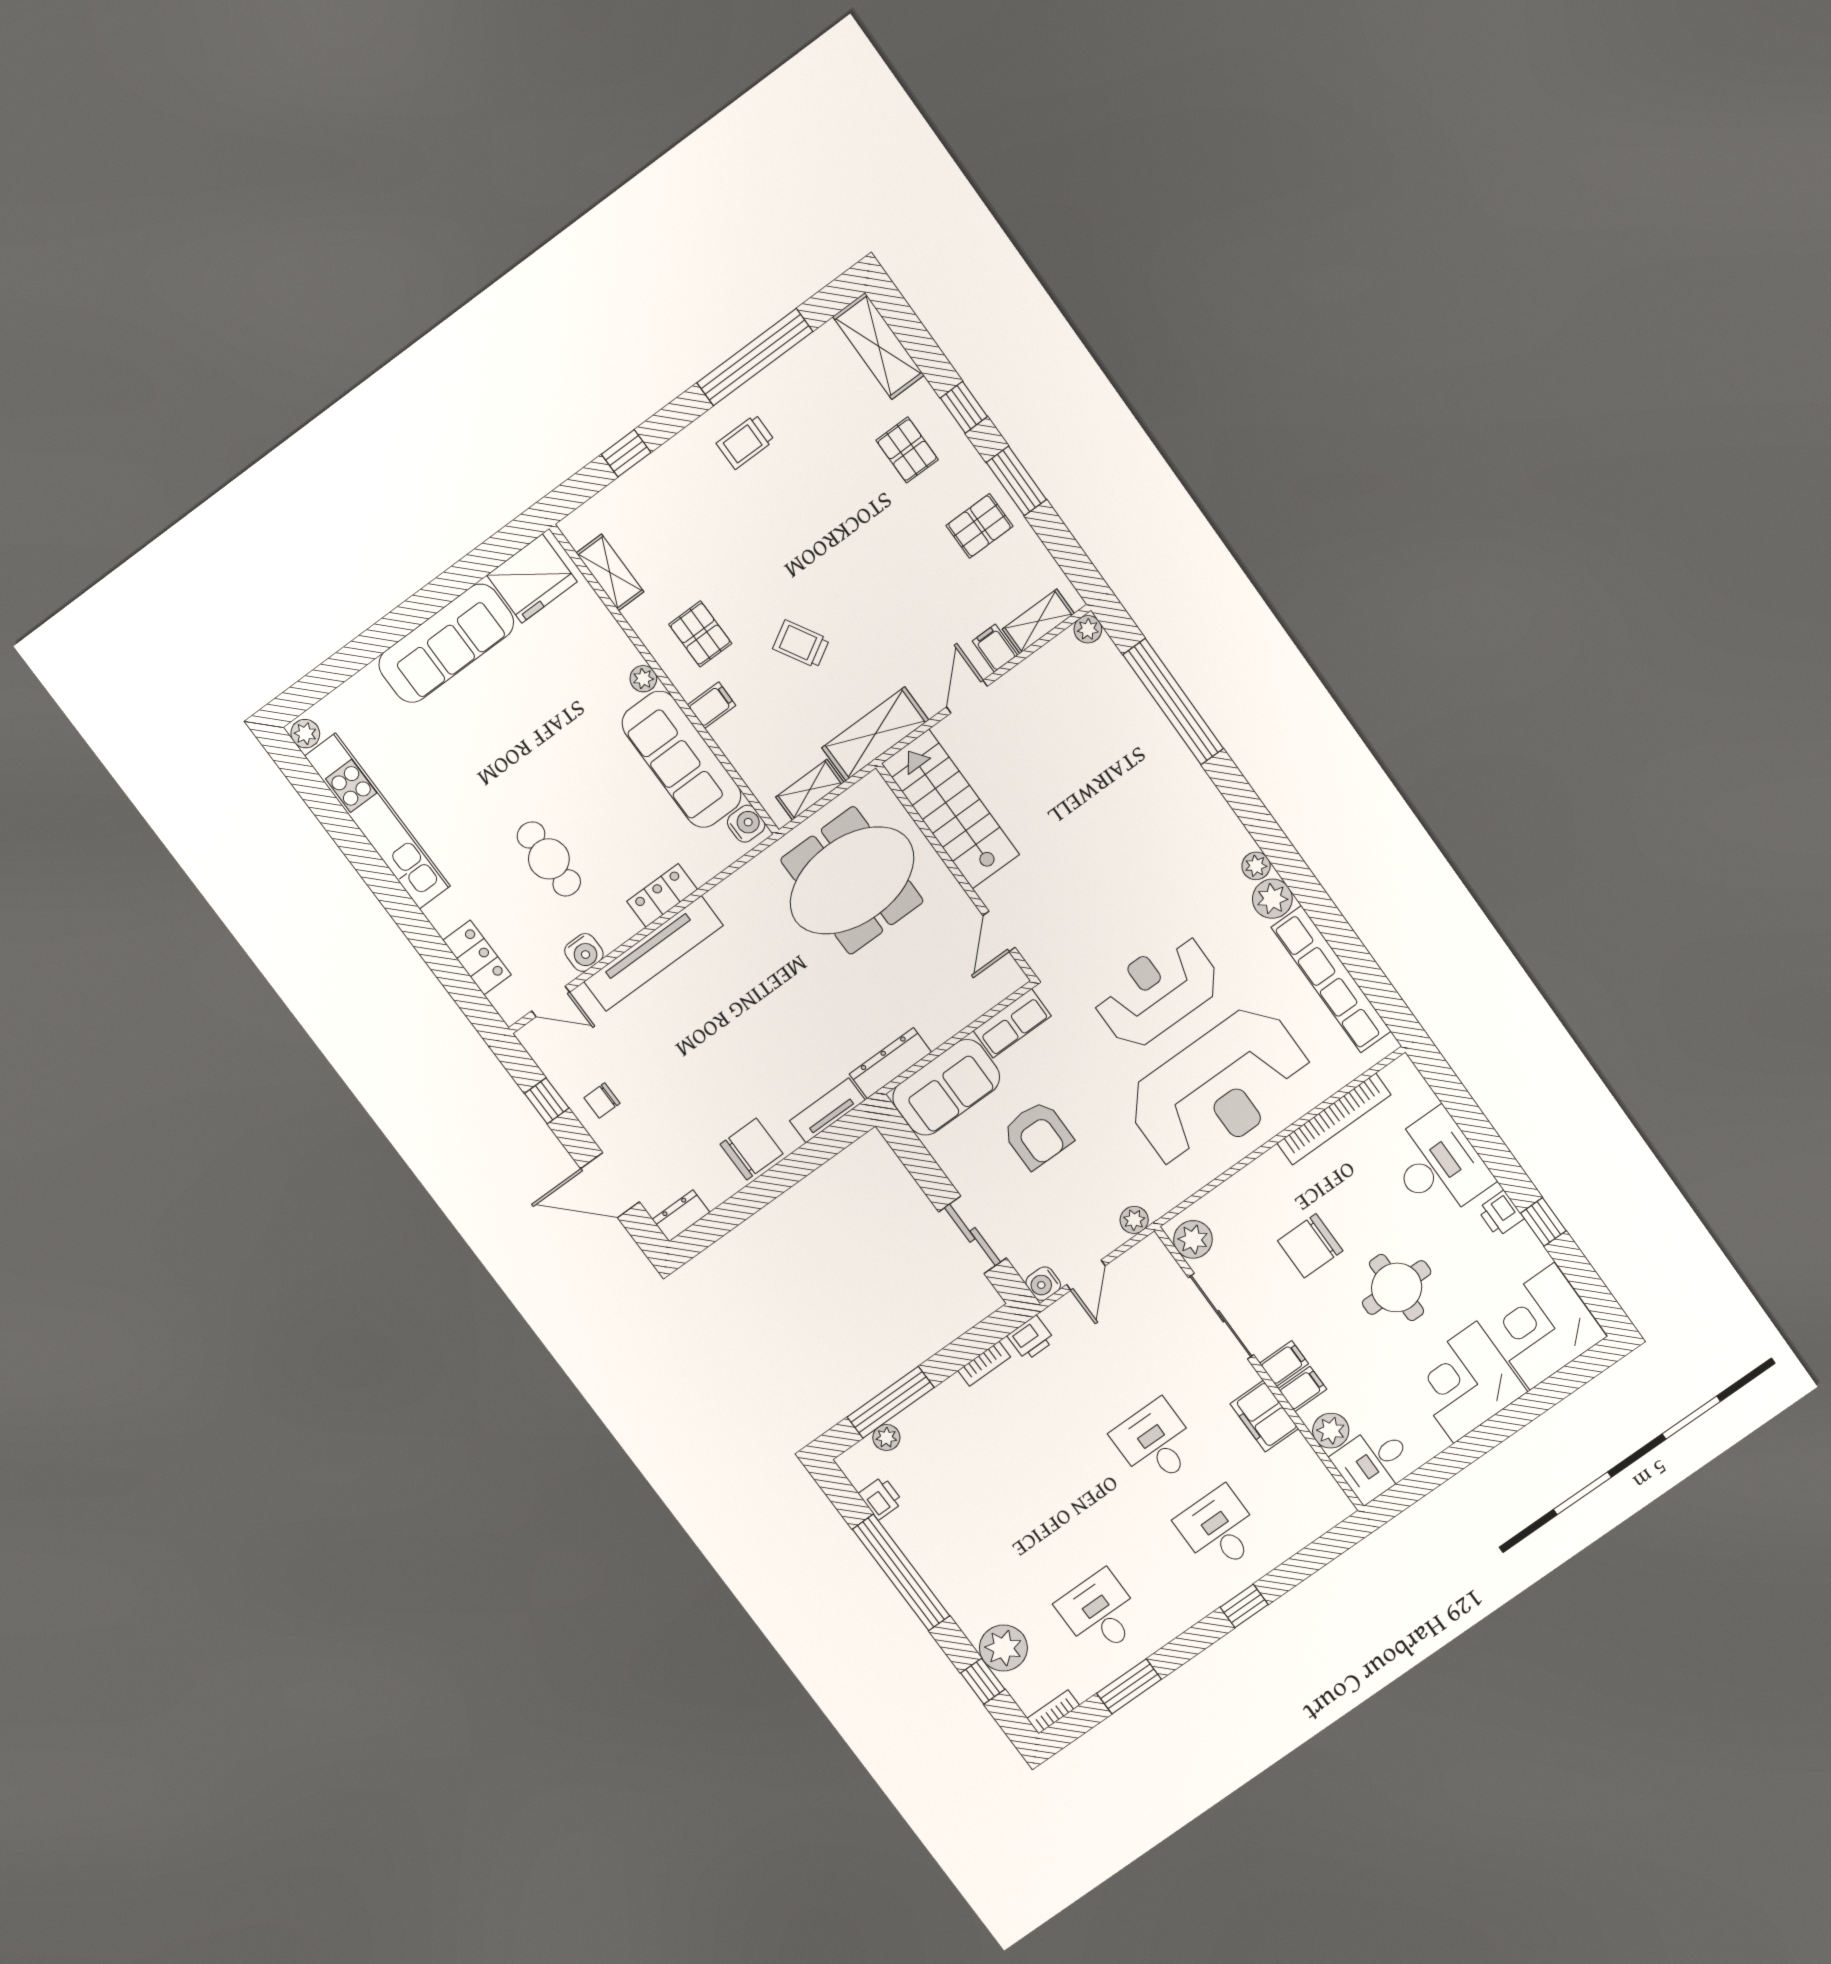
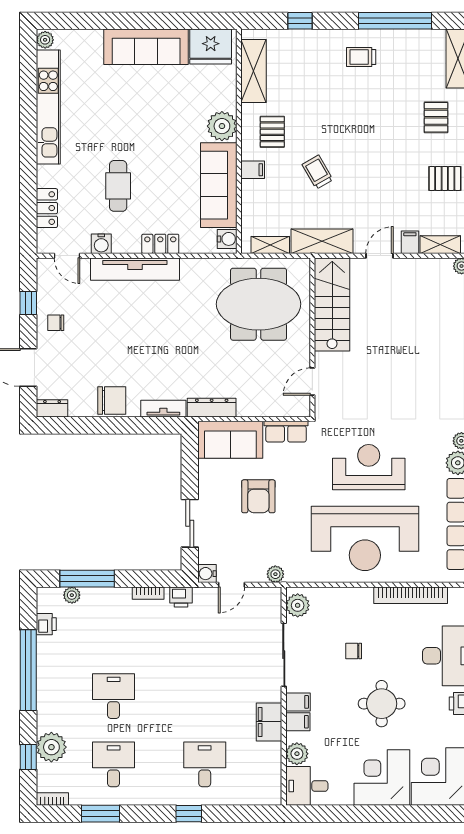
shelving: (610, 572) -> (253, 71), width x1.50, depth x1.33
plant: (643, 679) -> (222, 126), width x1.88, depth x1.88
chair: (1310, 1246) -> (354, 651), width x0.54, depth x0.54
desk: (1156, 1443) -> (114, 696), moved

